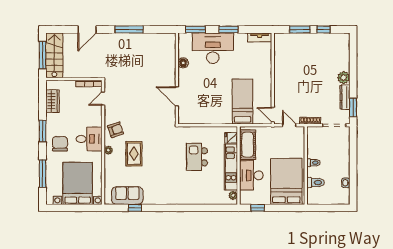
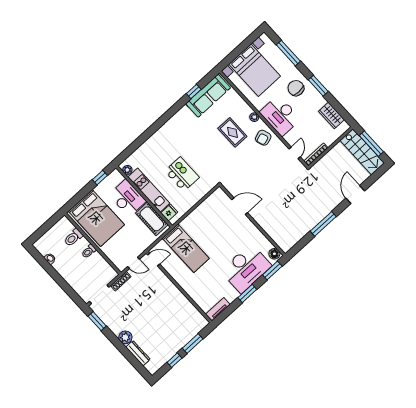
floor lamp: (183, 63) -> (274, 254), moved
dresser: (345, 97) -> (138, 353), moved
desk: (89, 139) -> (280, 116), width x1.37
chair: (60, 144) -> (296, 88), turned 180
sofa: (127, 196) -> (208, 96), width x1.36

